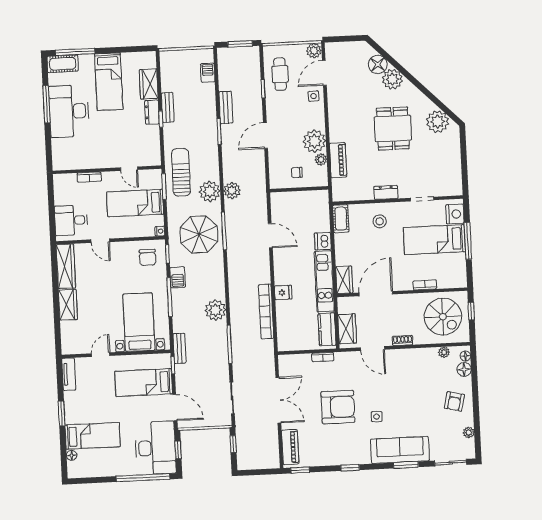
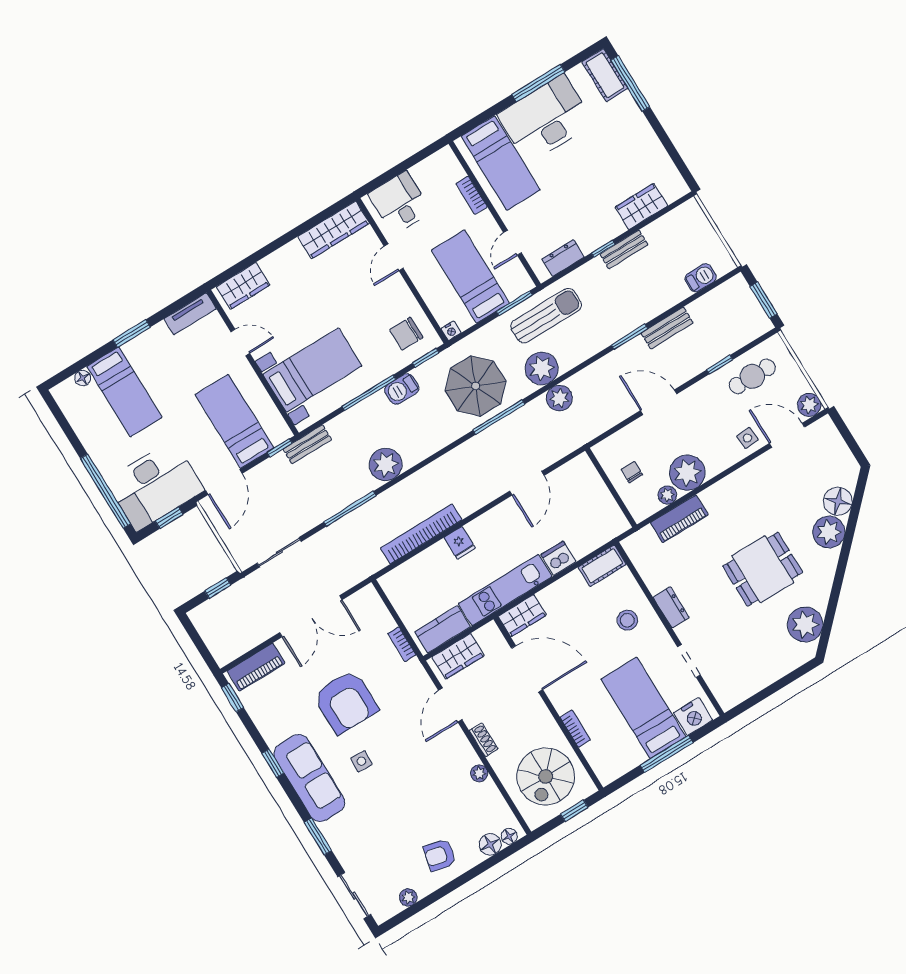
bed: (109, 82) -> (501, 163), moved, turned -90
dresser: (152, 112) -> (563, 258), moved
wardrobe: (68, 305) -> (243, 286), moved
plant: (444, 352) -> (479, 773), moved
sofa: (400, 450) -> (309, 778), moved

